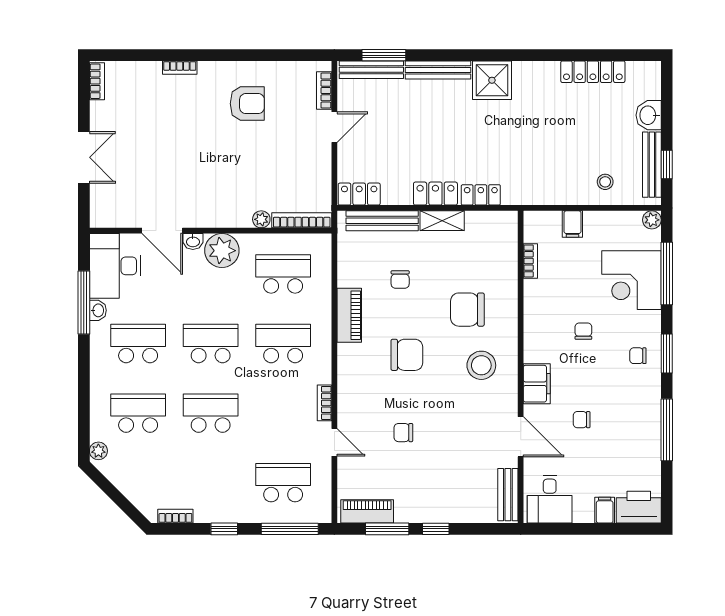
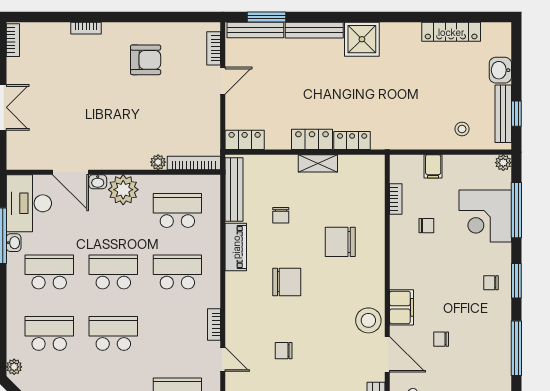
bench: (382, 221) -> (234, 190), moved, turned 90
chair: (583, 331) -> (426, 226), moved, turned 90
stool: (481, 365) -> (368, 320), moved

